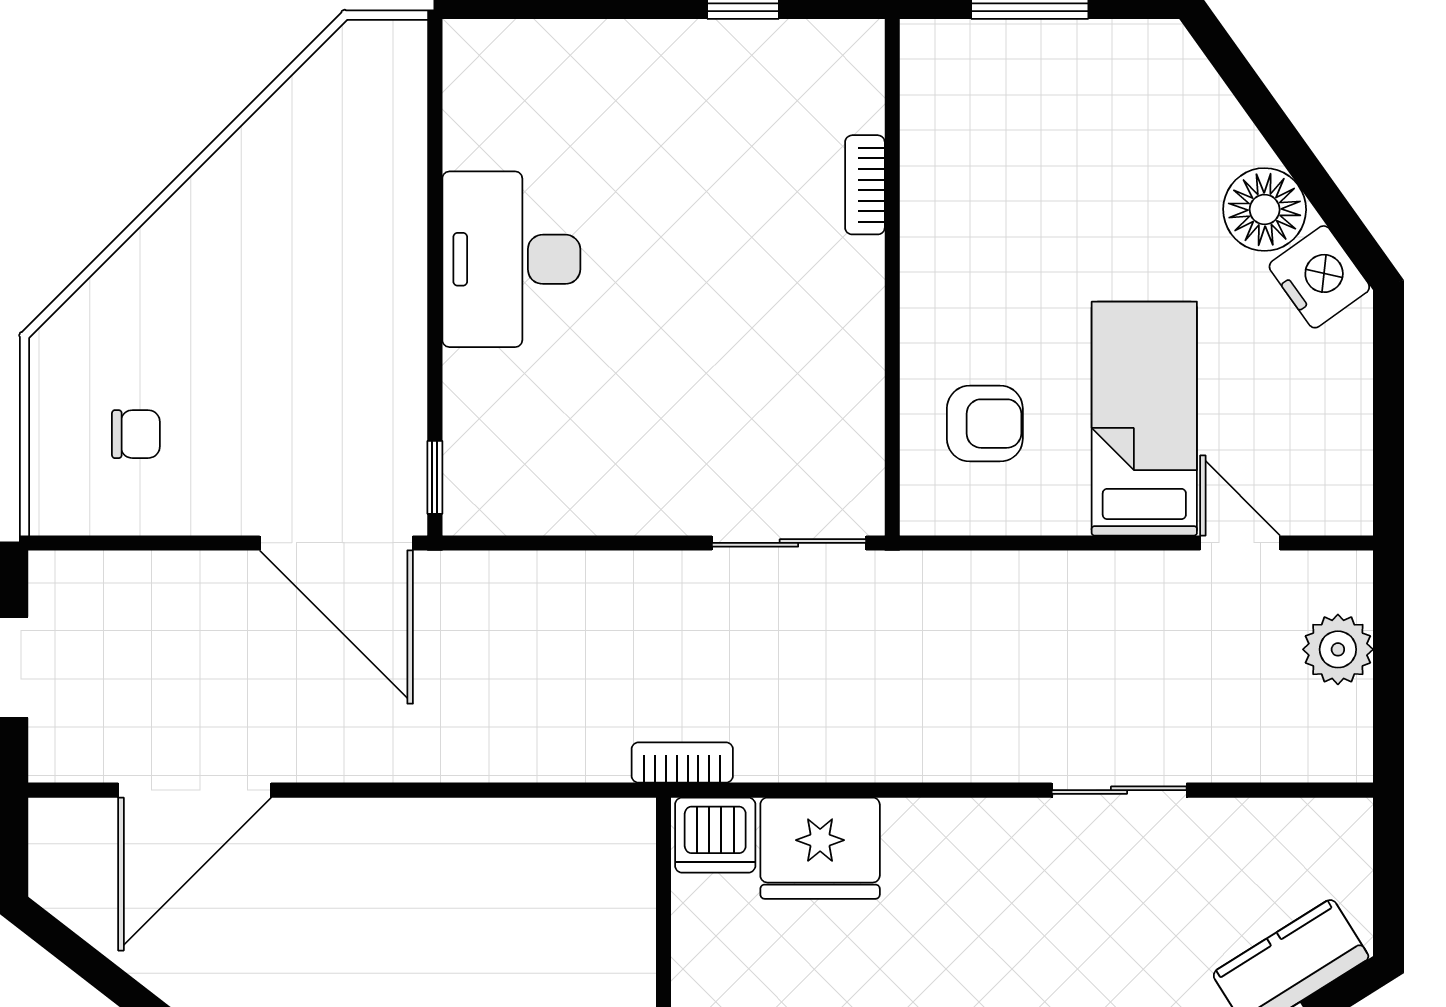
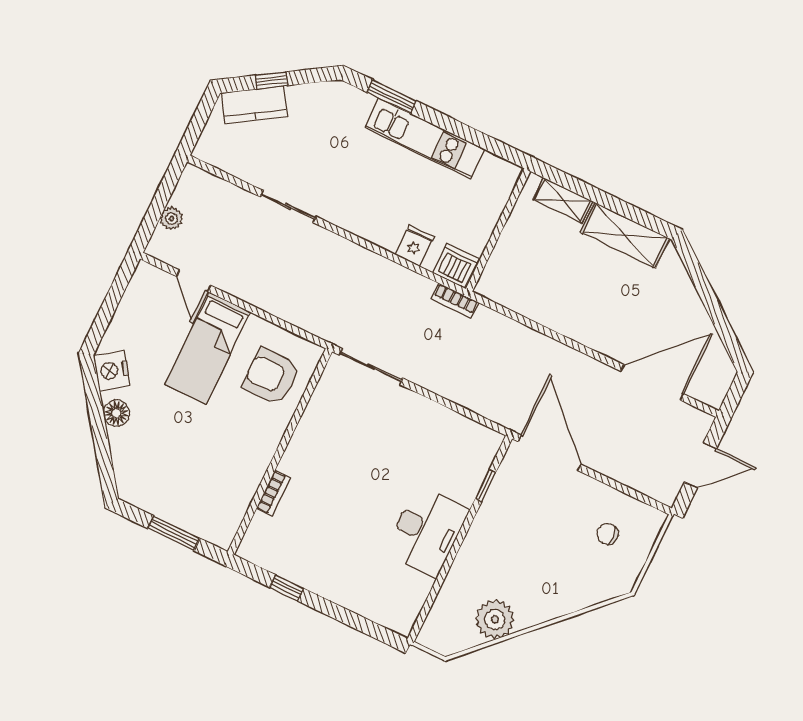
plant: (283, 146) -> (495, 619), added
floor lamp: (1265, 209) -> (116, 413), width x0.73, depth x0.73
armchair: (985, 424) -> (271, 376), width x1.38, depth x1.38
window: (435, 477) -> (486, 486), moved
plant: (1338, 649) -> (172, 219), width x0.73, depth x0.73
fridge: (820, 848) -> (415, 246), width x0.53, depth x0.75

